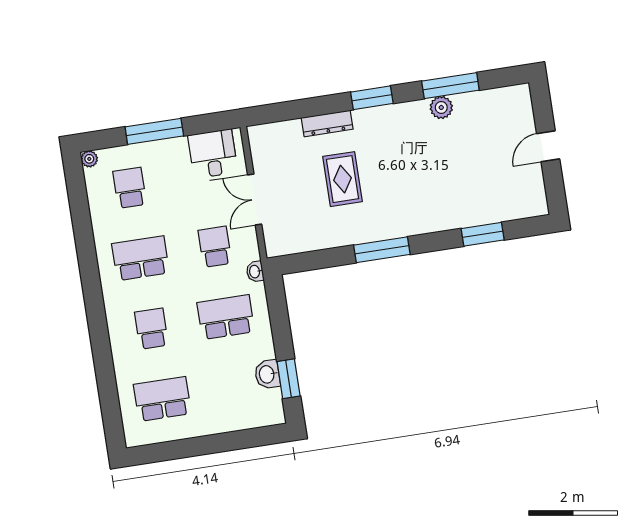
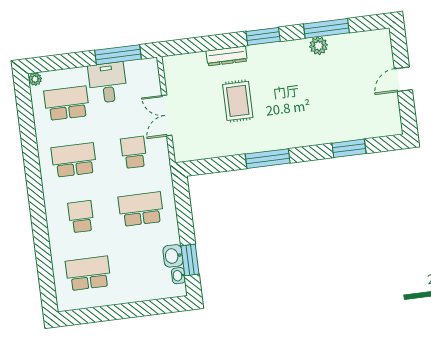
window: (154, 131) -> (118, 55), moved
desk: (213, 156) -> (108, 83), moved
school desk: (130, 188) -> (67, 103), width x1.85
washbasin: (255, 272) -> (178, 276), moved

